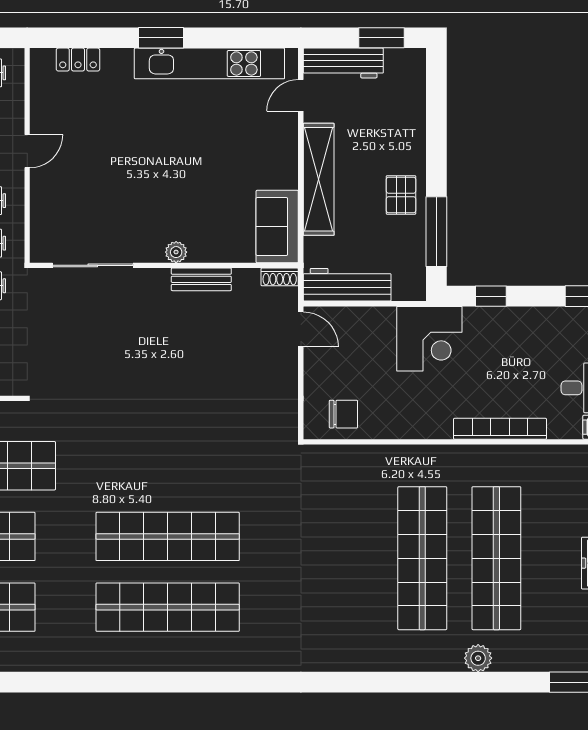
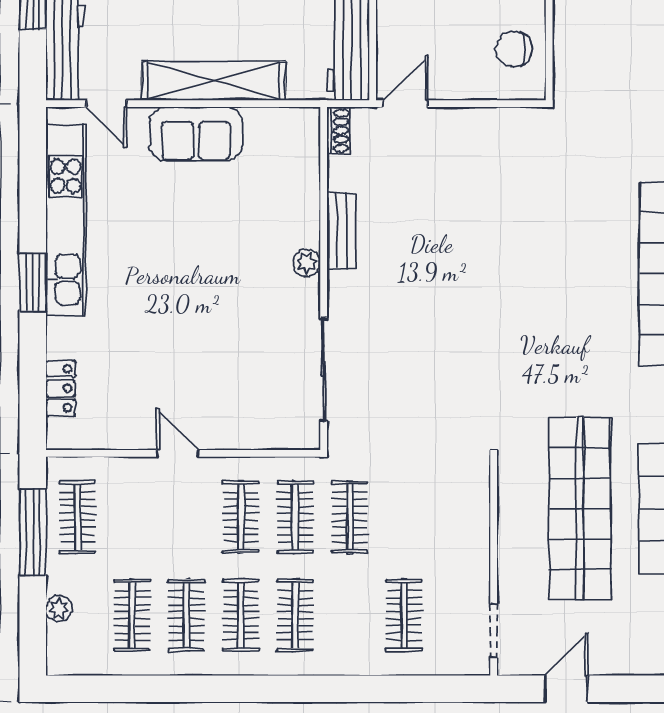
sofa: (277, 226) -> (196, 134), moved
chair: (343, 414) -> (514, 49), turned -90

